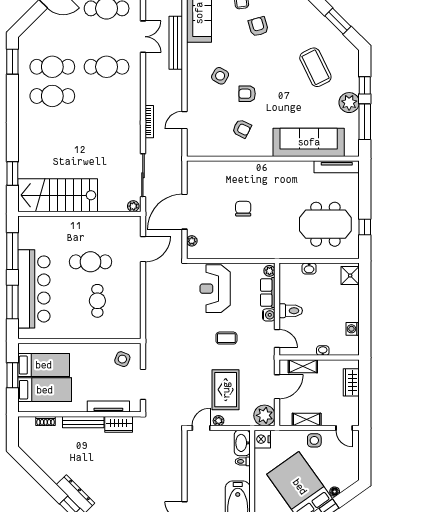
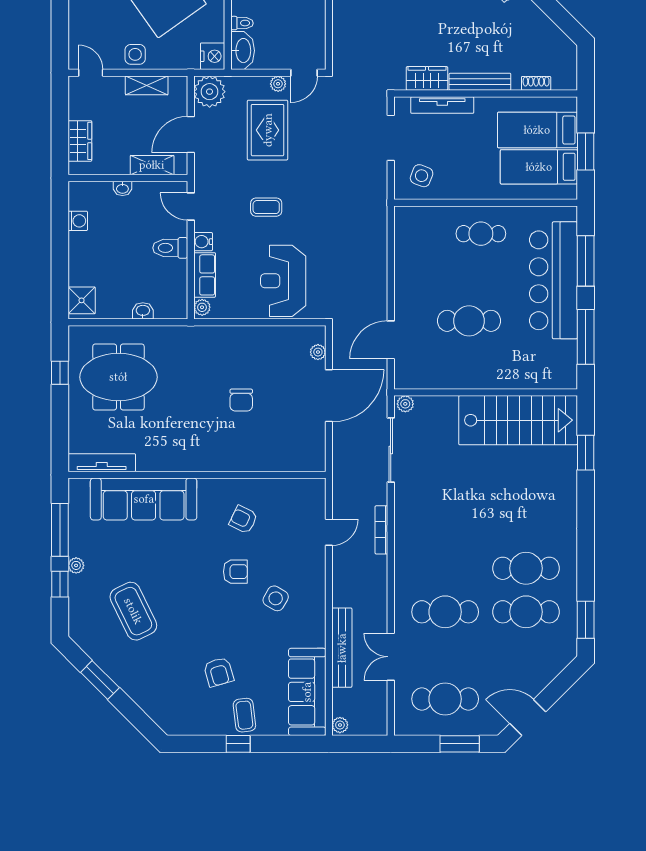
plant: (349, 103) -> (76, 565), width x0.53, depth x0.53
reception desk: (215, 289) -> (283, 281), turned 180
cafe table: (97, 301) -> (481, 234), moved, turned 90

